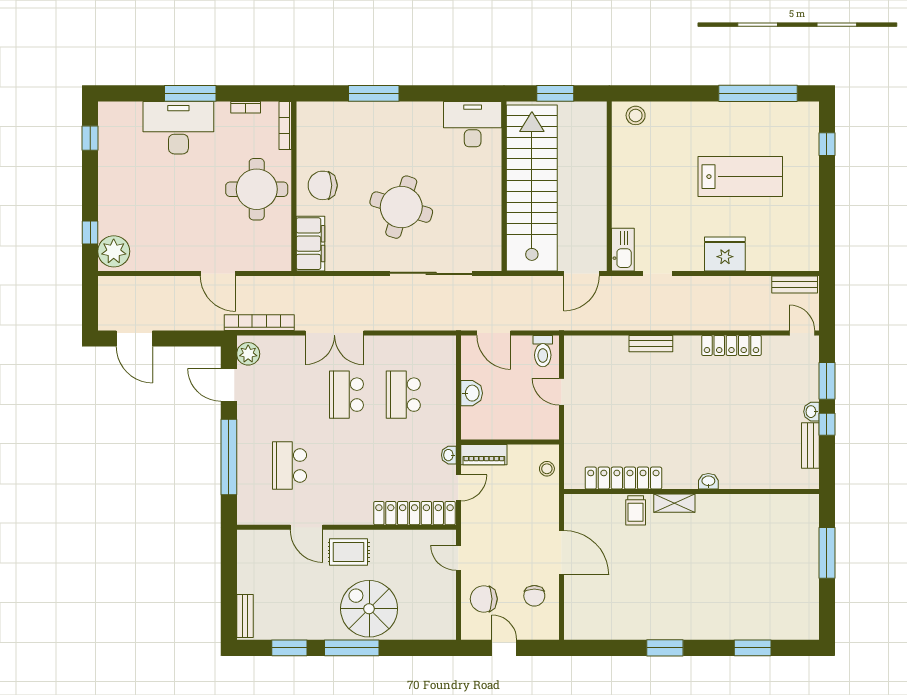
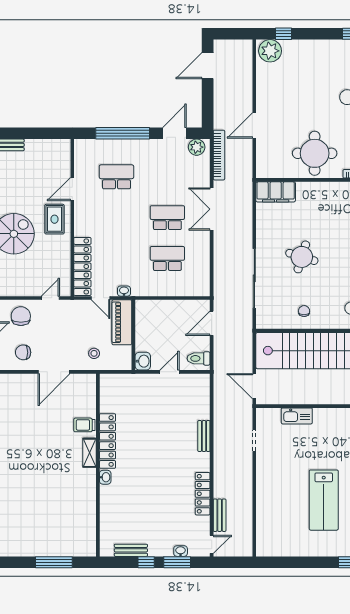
chair: (323, 185) -> (304, 311), moved, width x0.54, depth x0.54
round table: (401, 207) -> (302, 257), width x0.73, depth x0.73
kitchen sink: (623, 250) -> (297, 416), moved
fridge: (725, 254) -> (268, 489), removed
bench: (795, 284) -> (220, 515), moved
washbasin: (472, 393) -> (143, 361), moved, turned -90
washbasin: (811, 412) -> (181, 551), moved
piano: (484, 455) -> (122, 322), width x1.37, depth x1.33
stool: (547, 469) -> (94, 353), moved
locker: (623, 478) -> (107, 441), moved

